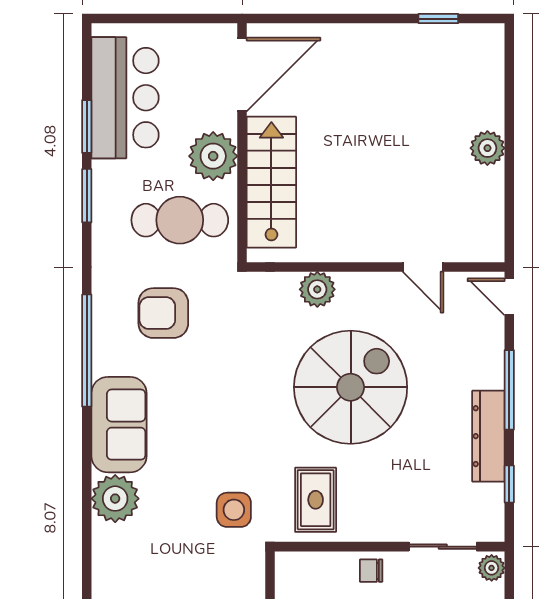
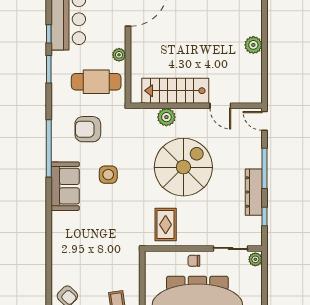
window: (87, 126) -> (49, 34), width x0.67
plant: (213, 156) -> (119, 55), width x0.53, depth x0.53
stairs: (271, 182) -> (175, 91), moved, turned -90
plant: (115, 499) -> (63, 224), removed
side table: (234, 510) -> (108, 175), moved

